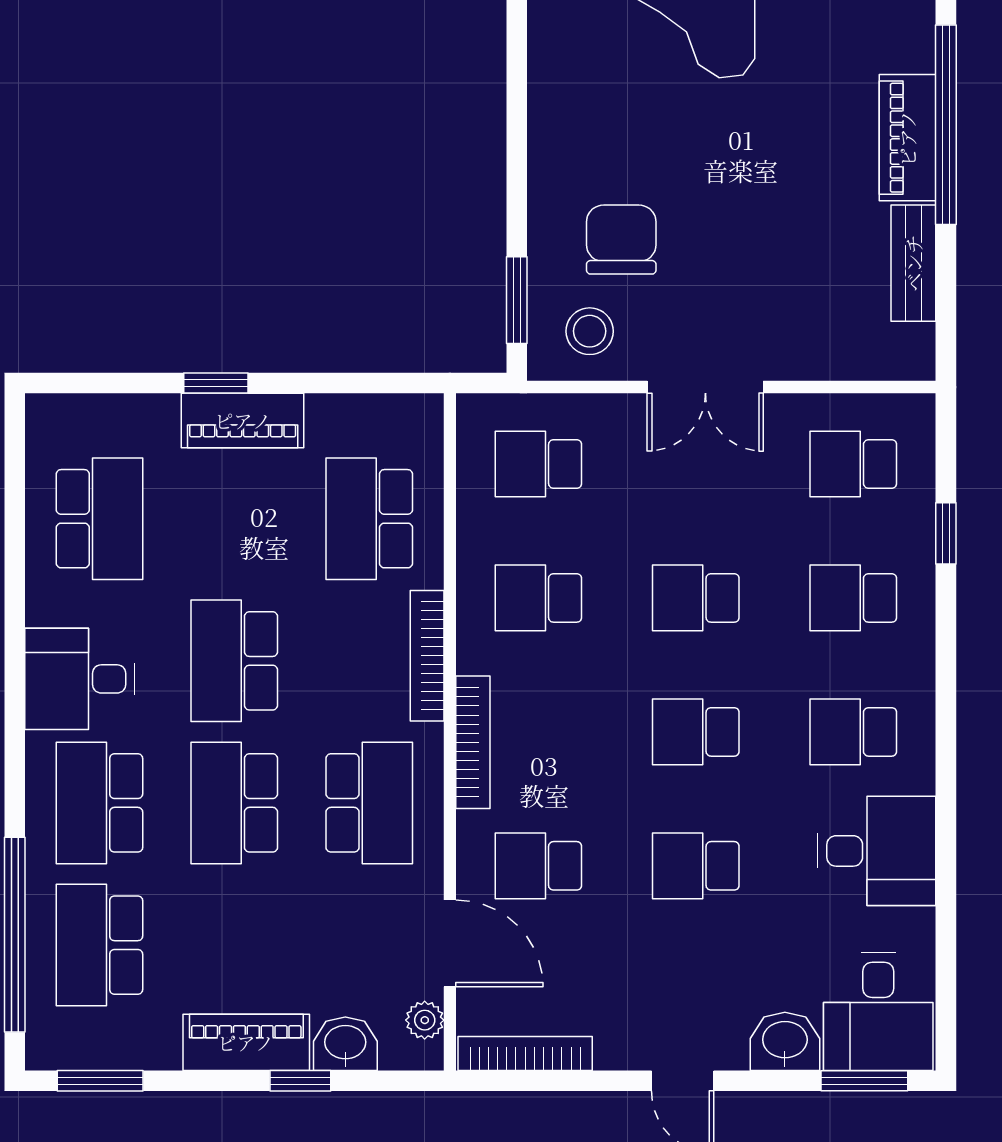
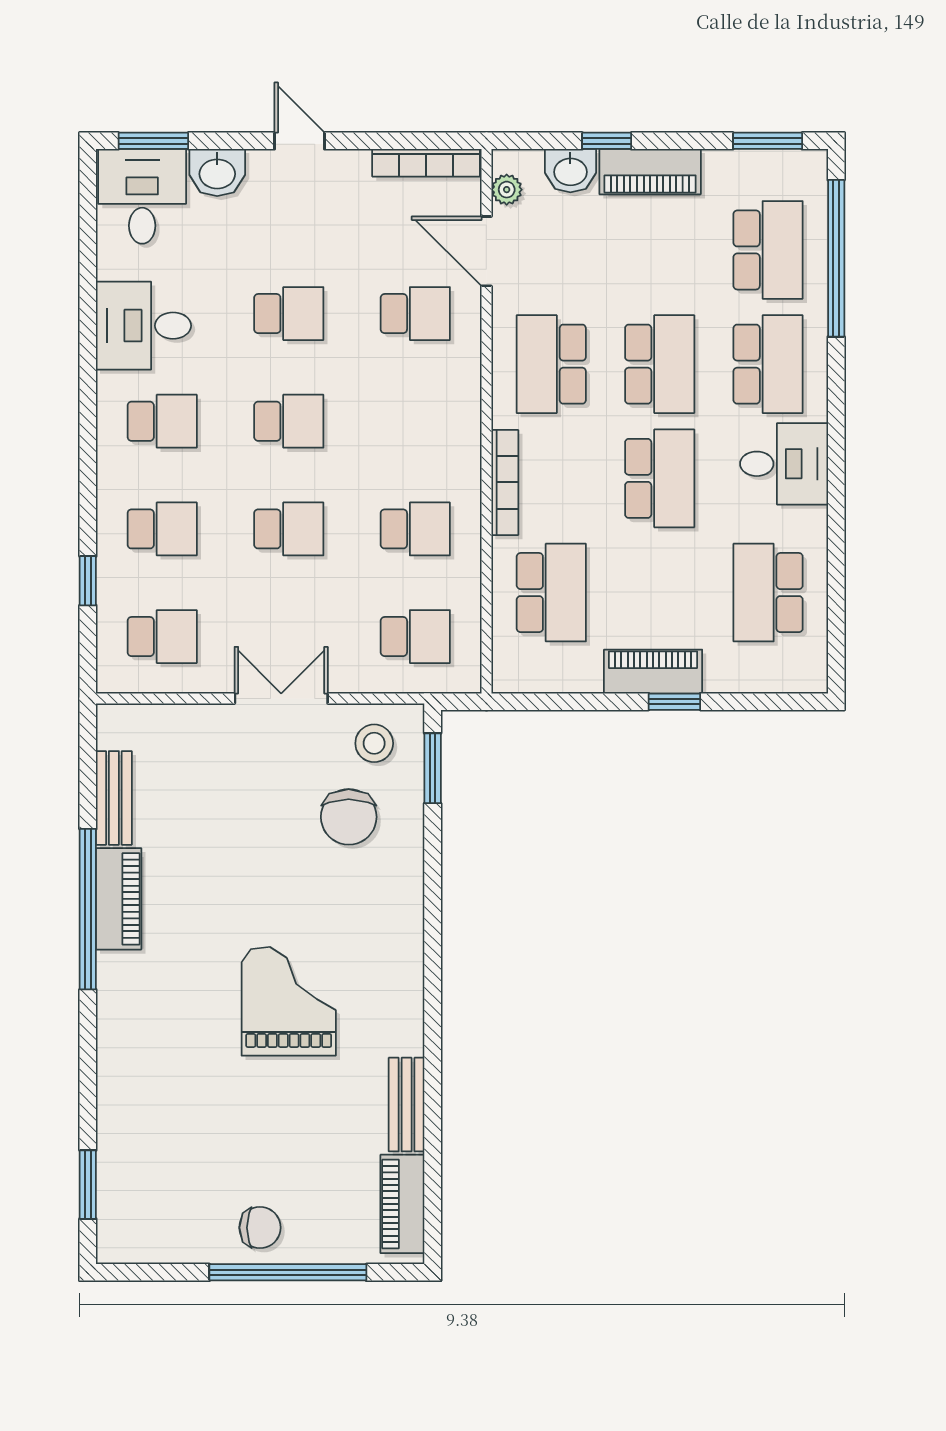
bookcase: (473, 742) -> (468, 413), removed

